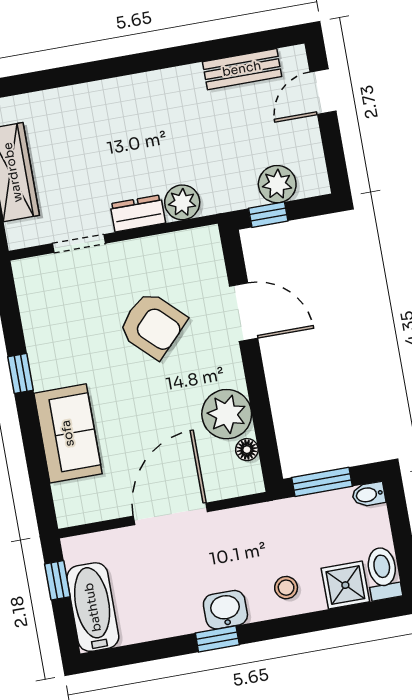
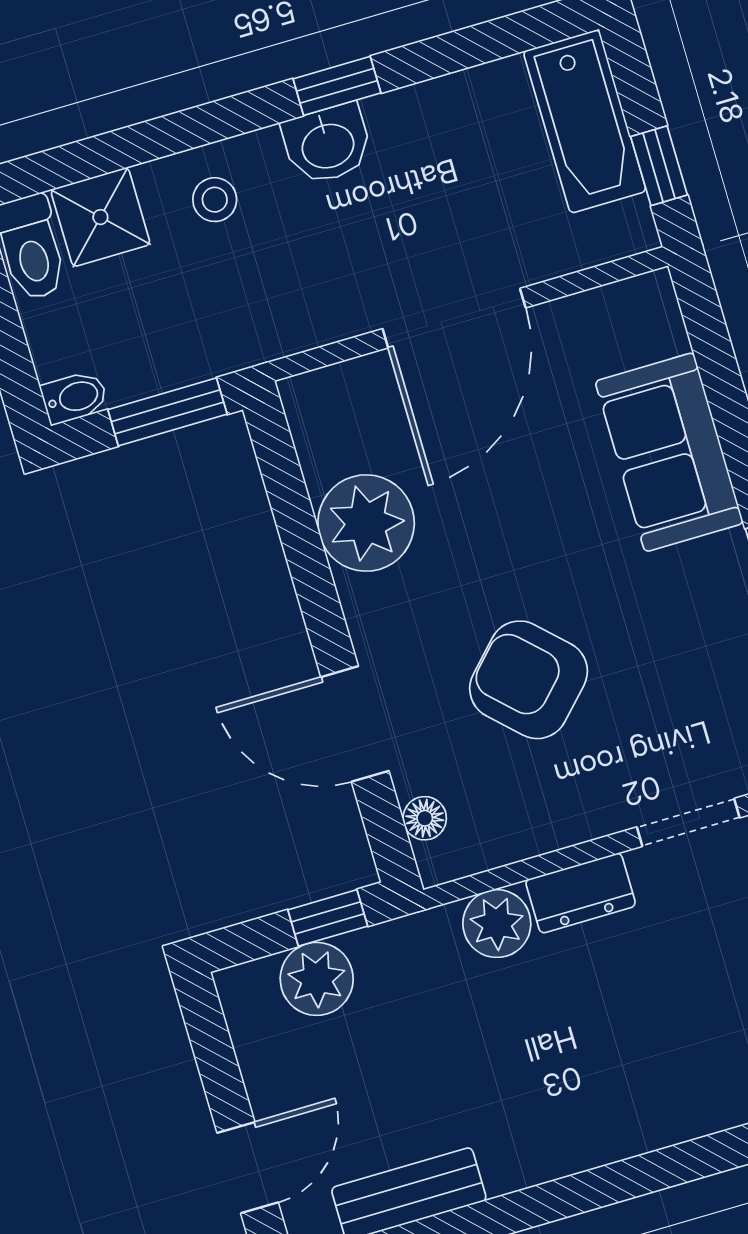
floor lamp: (247, 450) -> (425, 818), moved

